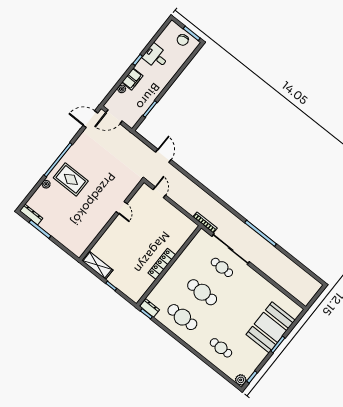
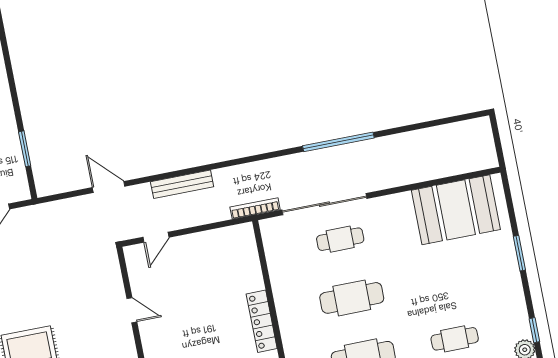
bench: (190, 185) -> (182, 184), added
door: (159, 192) -> (156, 237), swing flipped
booth: (271, 327) -> (456, 210), moved, turned 90

